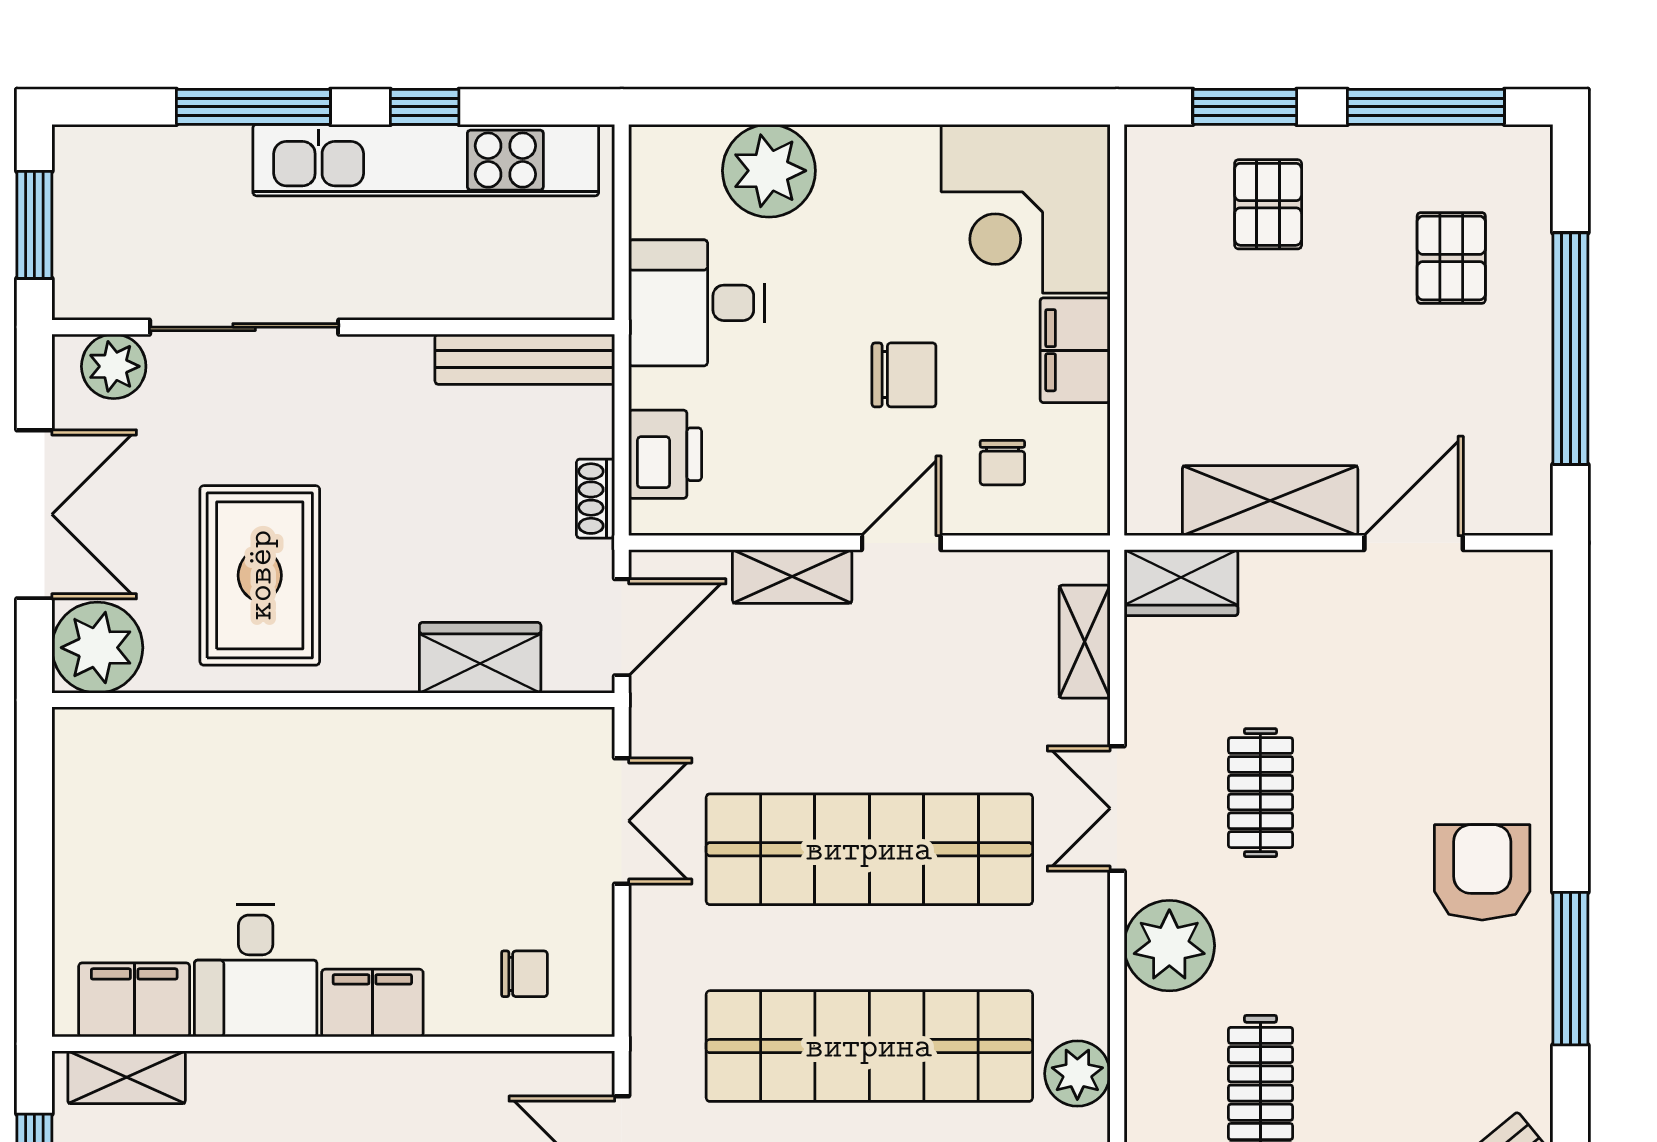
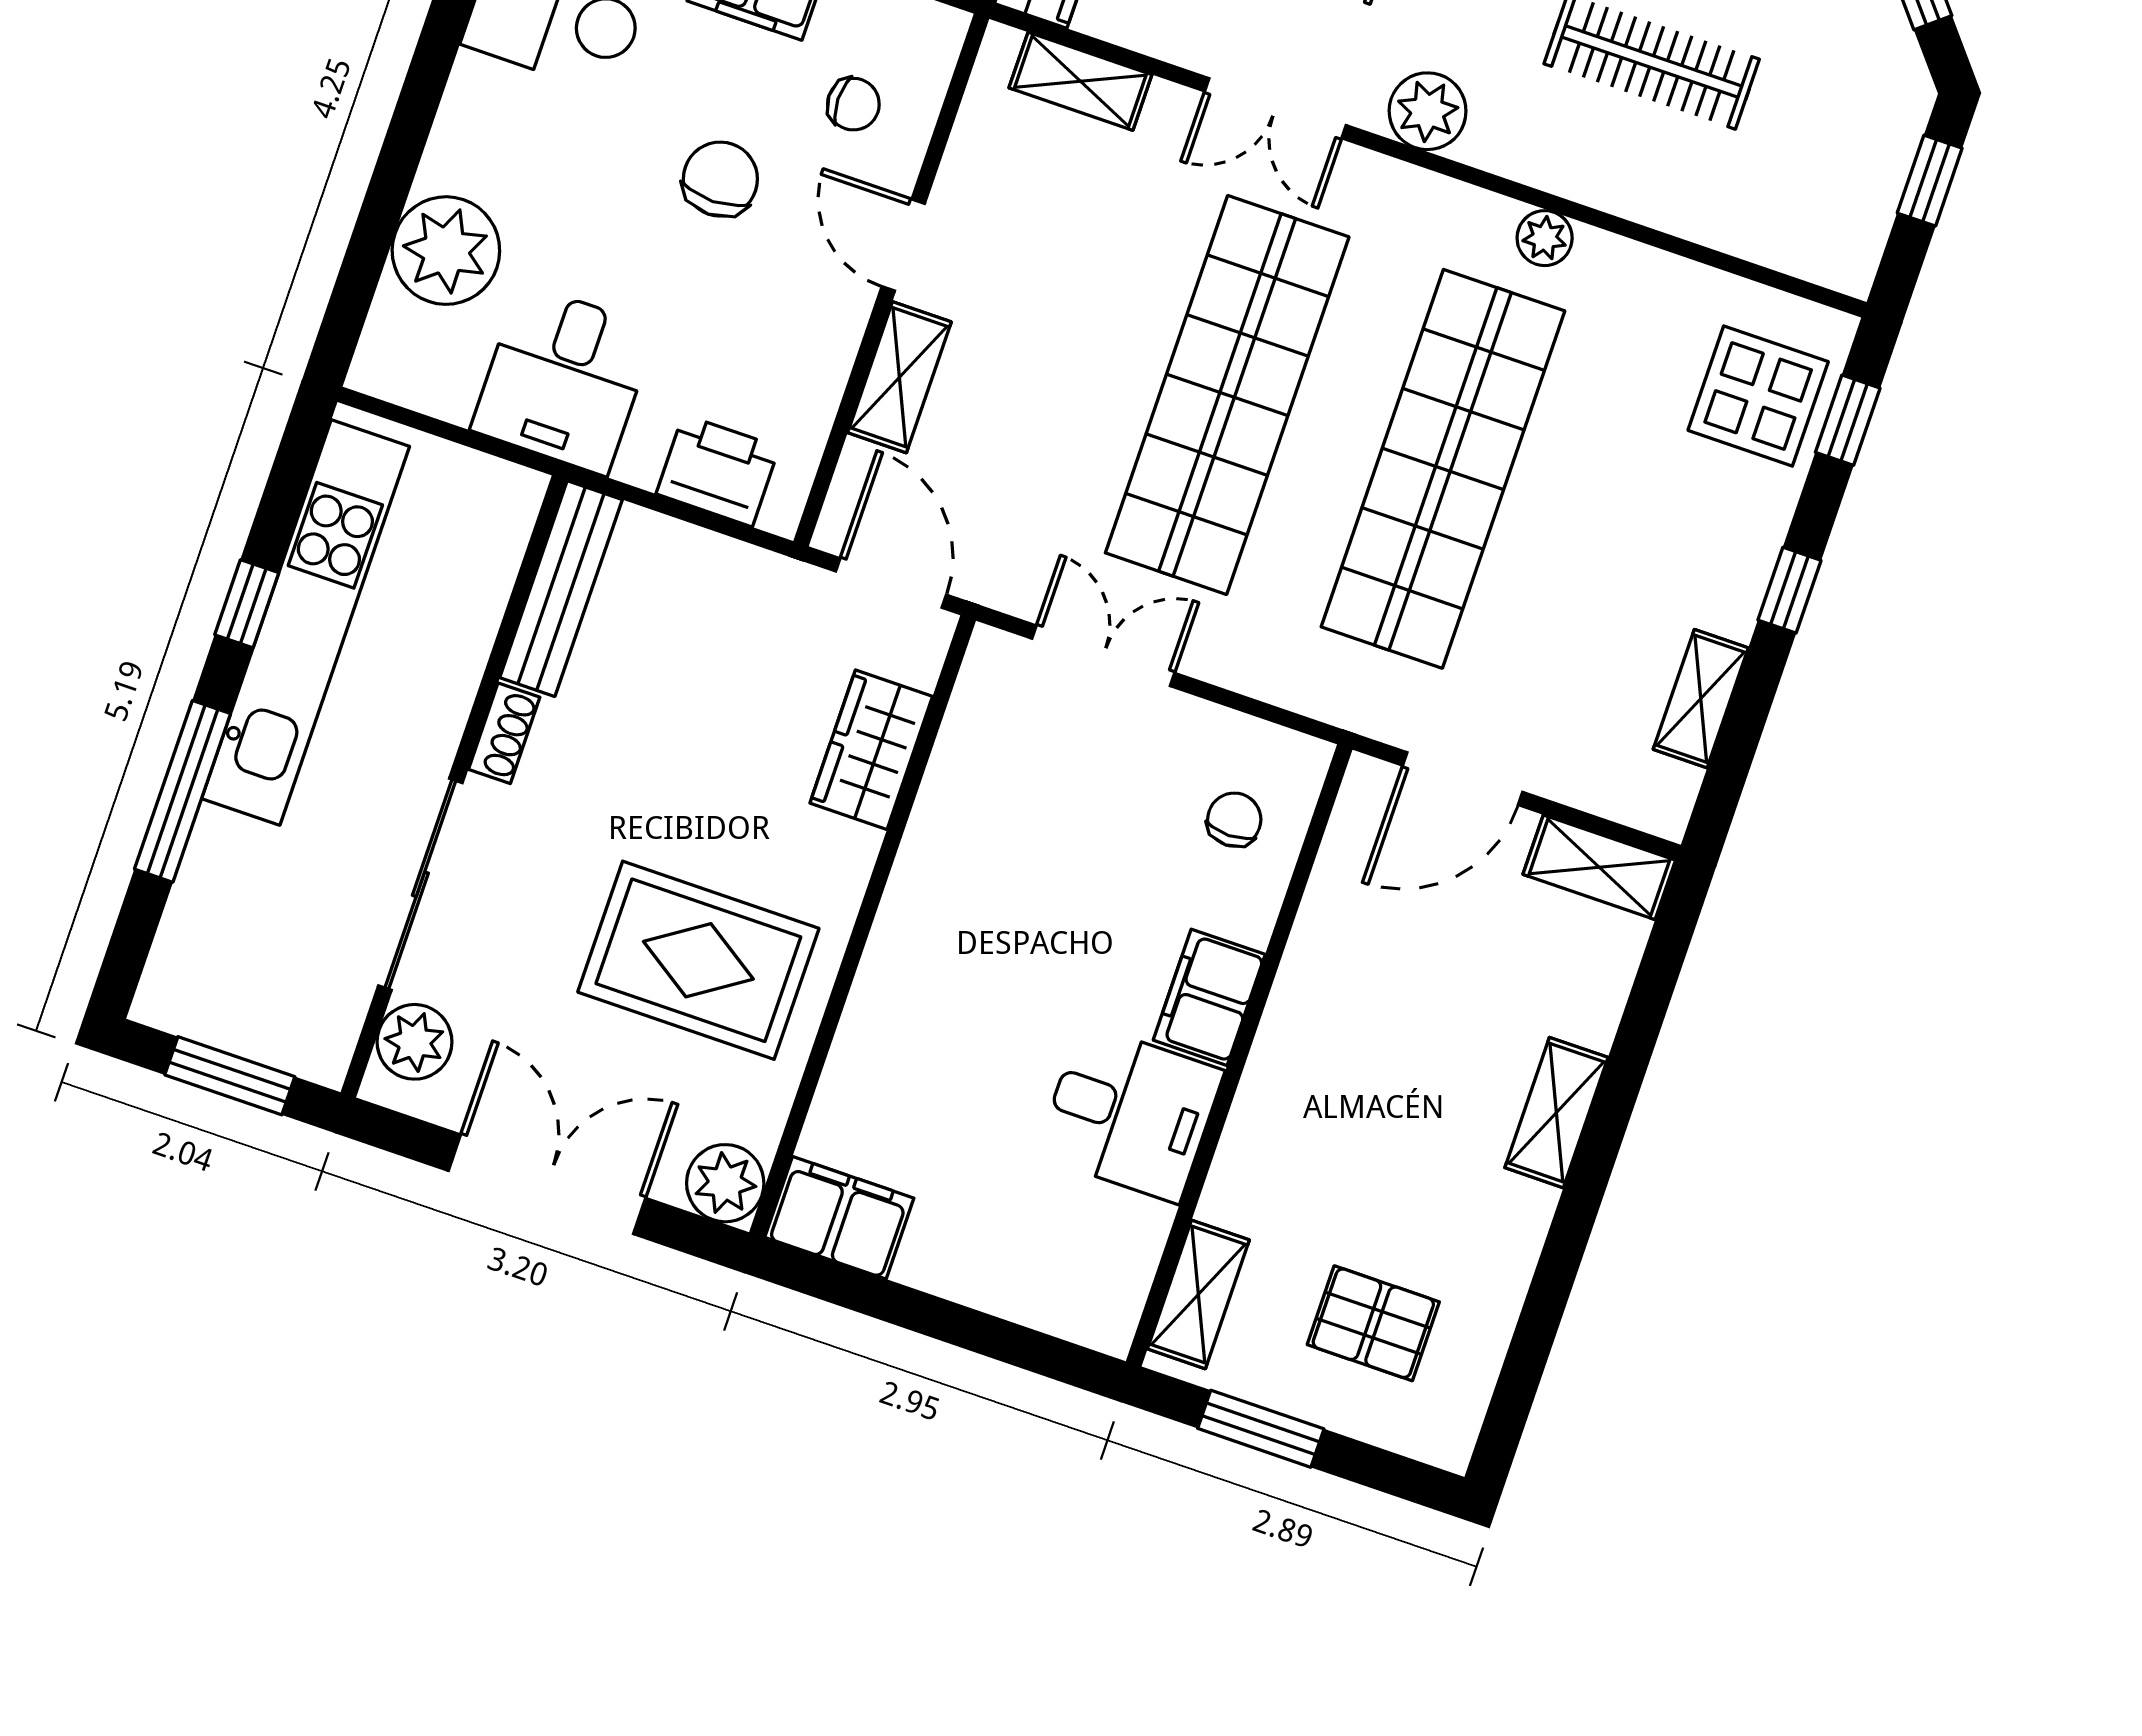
shoe rack: (596, 499) -> (504, 733), moved, turned -90
plant: (97, 648) -> (725, 1183), width x0.73, depth x0.73
plant: (1169, 946) -> (1428, 111), width x0.73, depth x0.73
filing cabinet: (134, 1000) -> (839, 1218), moved, turned 90
plant: (1077, 1074) -> (1545, 238), width x0.73, depth x0.73

